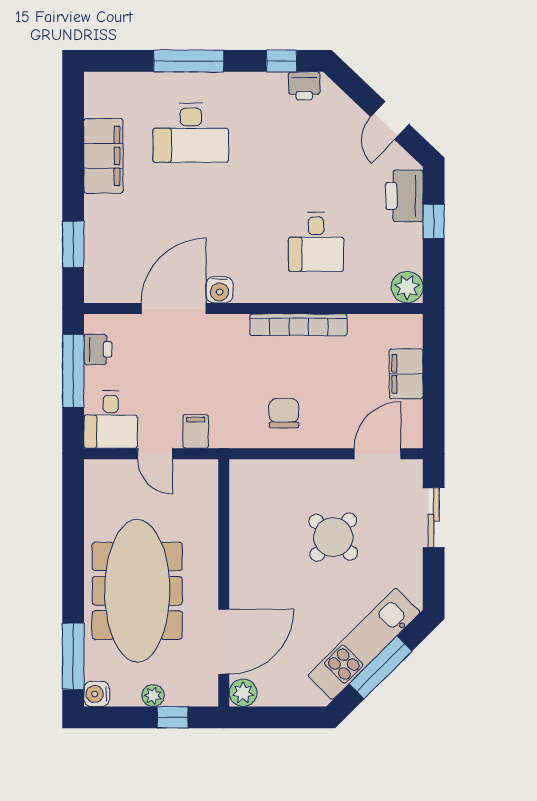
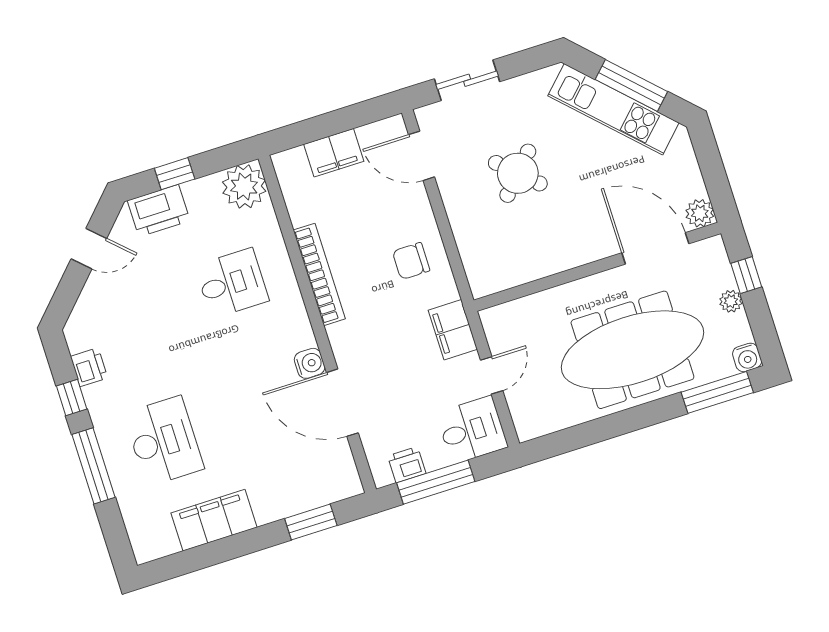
window: (282, 61) -> (72, 397), moved
printer: (304, 86) -> (89, 367), moved
plant: (407, 287) -> (244, 187), width x1.36, depth x1.36
filing cabinet: (196, 431) -> (453, 330), width x2.00

